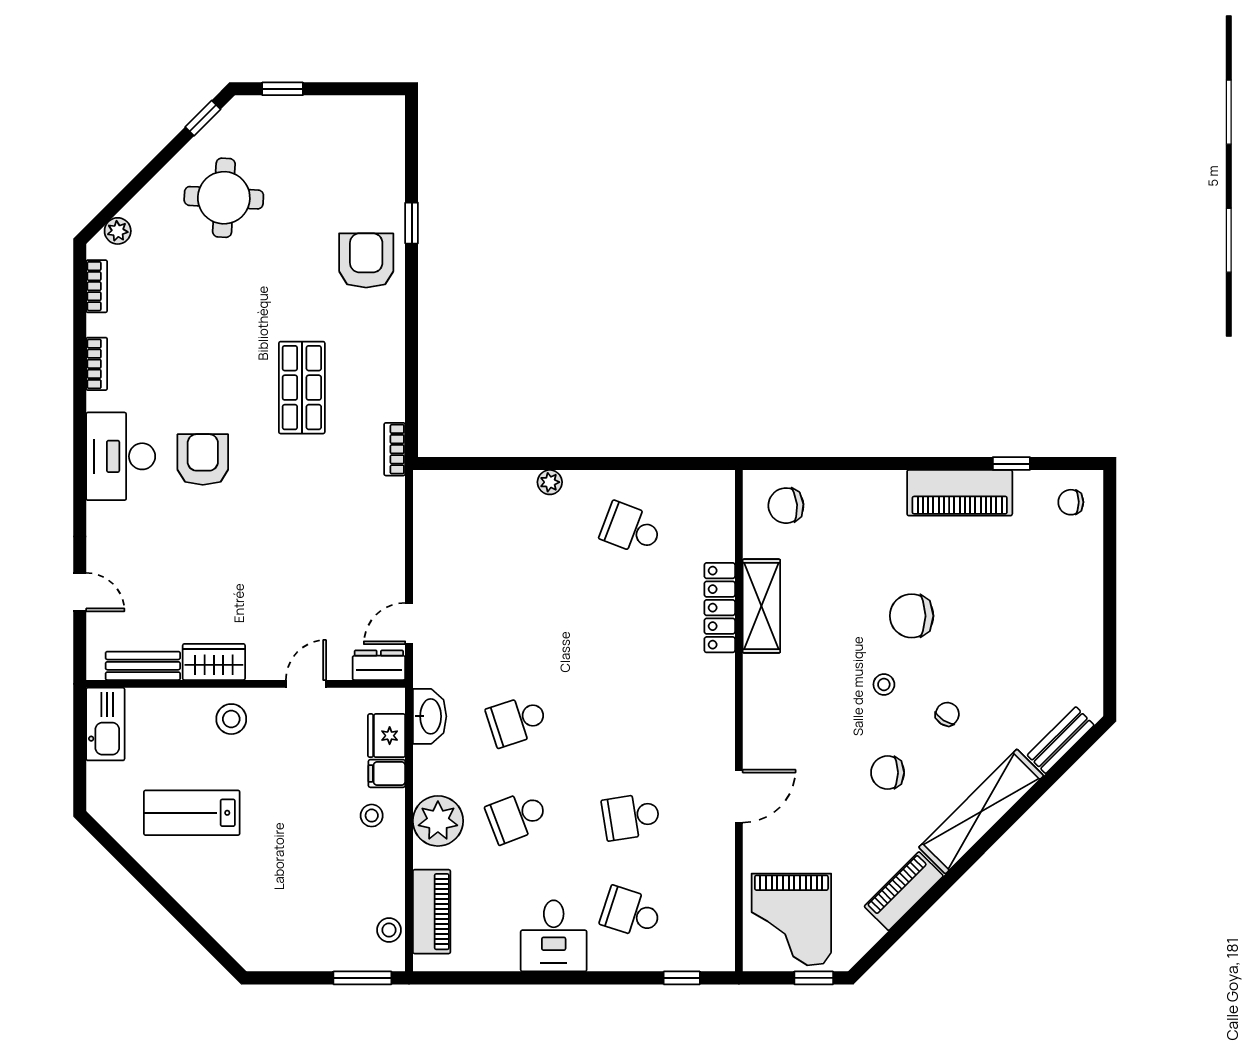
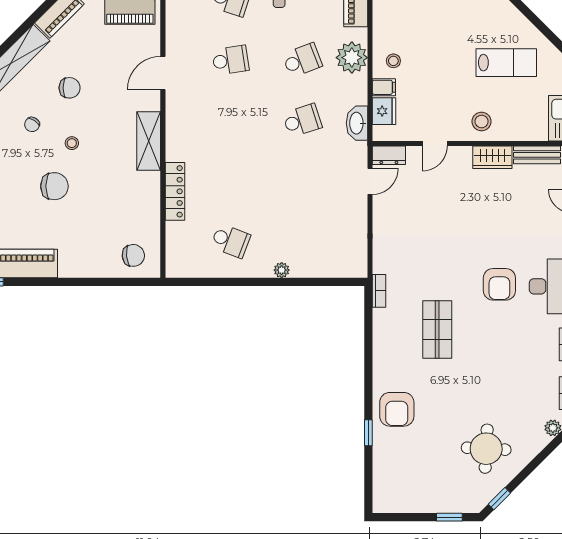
shelving: (761, 606) -> (149, 141), moved

